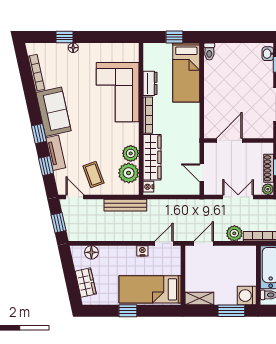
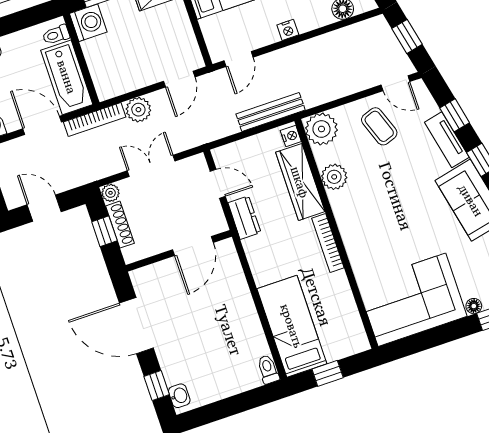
dresser: (150, 83) -> (244, 218), moved, turned 180
corner sofa: (118, 92) -> (412, 300), moved, turned -90
plant: (129, 173) -> (321, 129), moved
double door: (238, 197) -> (151, 166), swing flipped
bench: (125, 205) -> (271, 112), moved
nightstand: (142, 251) -> (288, 30), moved

